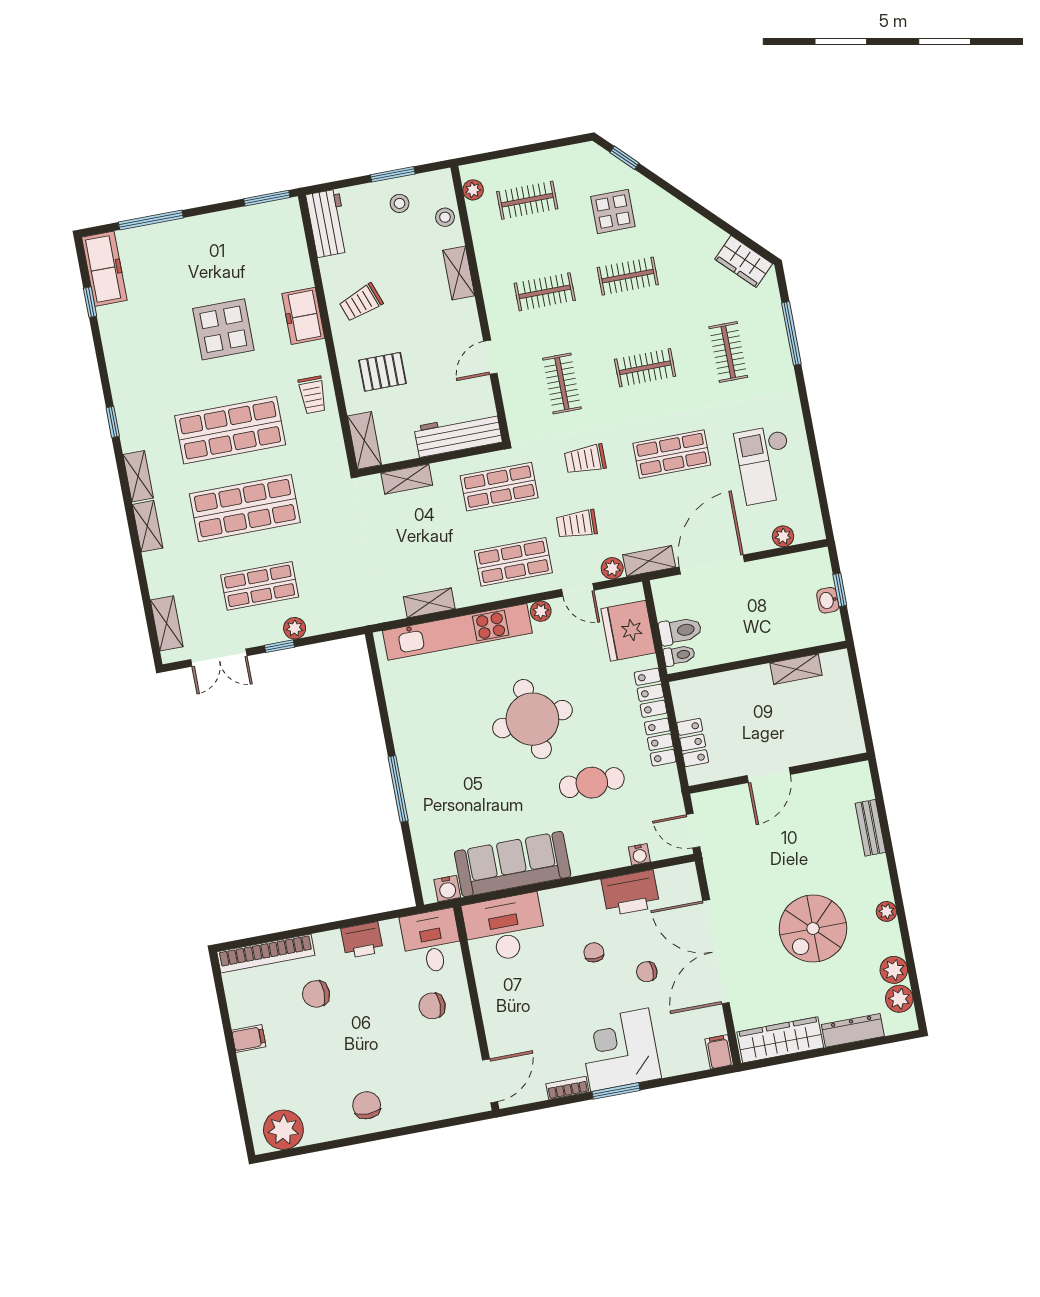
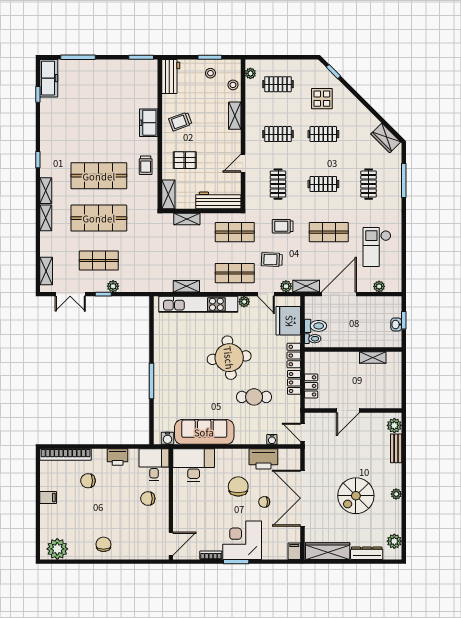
display table: (223, 329) -> (105, 122), removed
chair: (594, 952) -> (238, 486), width x1.87, depth x1.87
plant: (894, 970) -> (394, 425), moved

